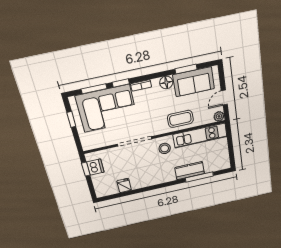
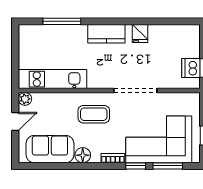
window: (186, 69) -> (57, 166), removed
coffee table: (180, 119) -> (94, 114), moved
stool: (165, 148) -> (100, 72), removed
kitchen counter: (190, 171) -> (106, 34), moved
fridge: (124, 185) -> (140, 34), moved

